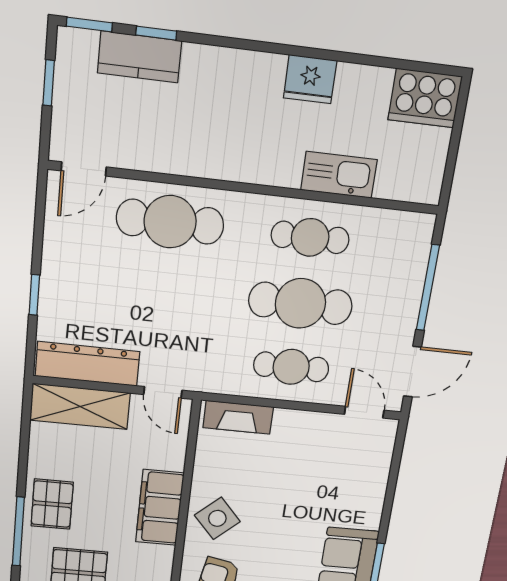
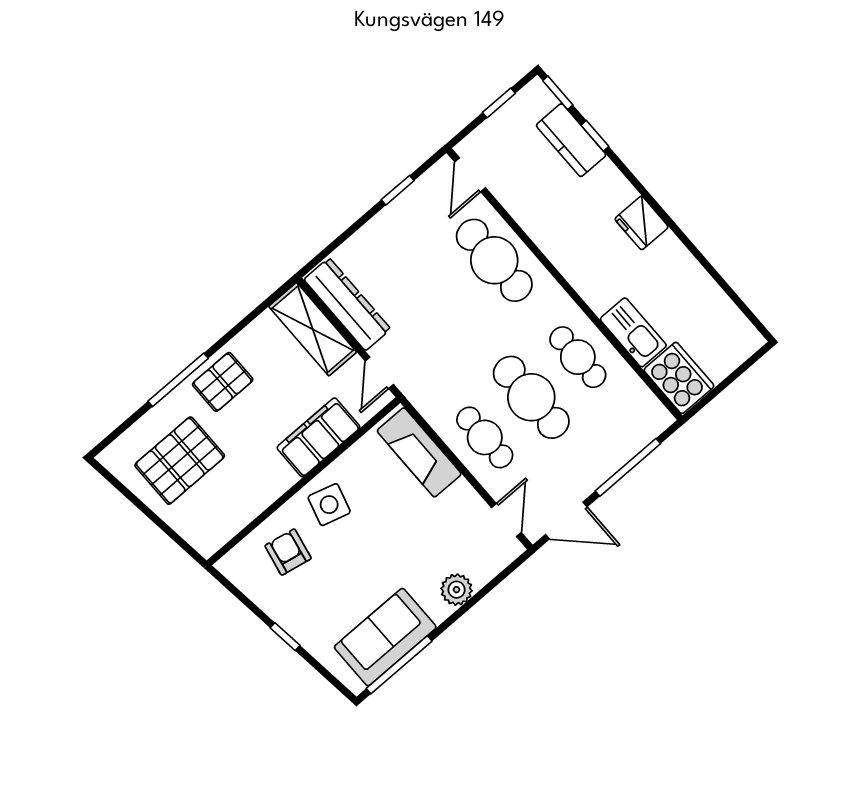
fridge: (310, 79) -> (642, 223), moved
cooker: (425, 98) -> (679, 378), moved, turned 180
door: (84, 169) -> (470, 175), hinge flipped
window: (34, 295) -> (398, 190), moved
fireplace: (238, 417) -> (419, 452), width x1.37, depth x1.32
plant: (371, 494) -> (457, 590), added
filing cabinet: (160, 508) -> (319, 437), moved
side table: (217, 518) -> (329, 505), turned -32

